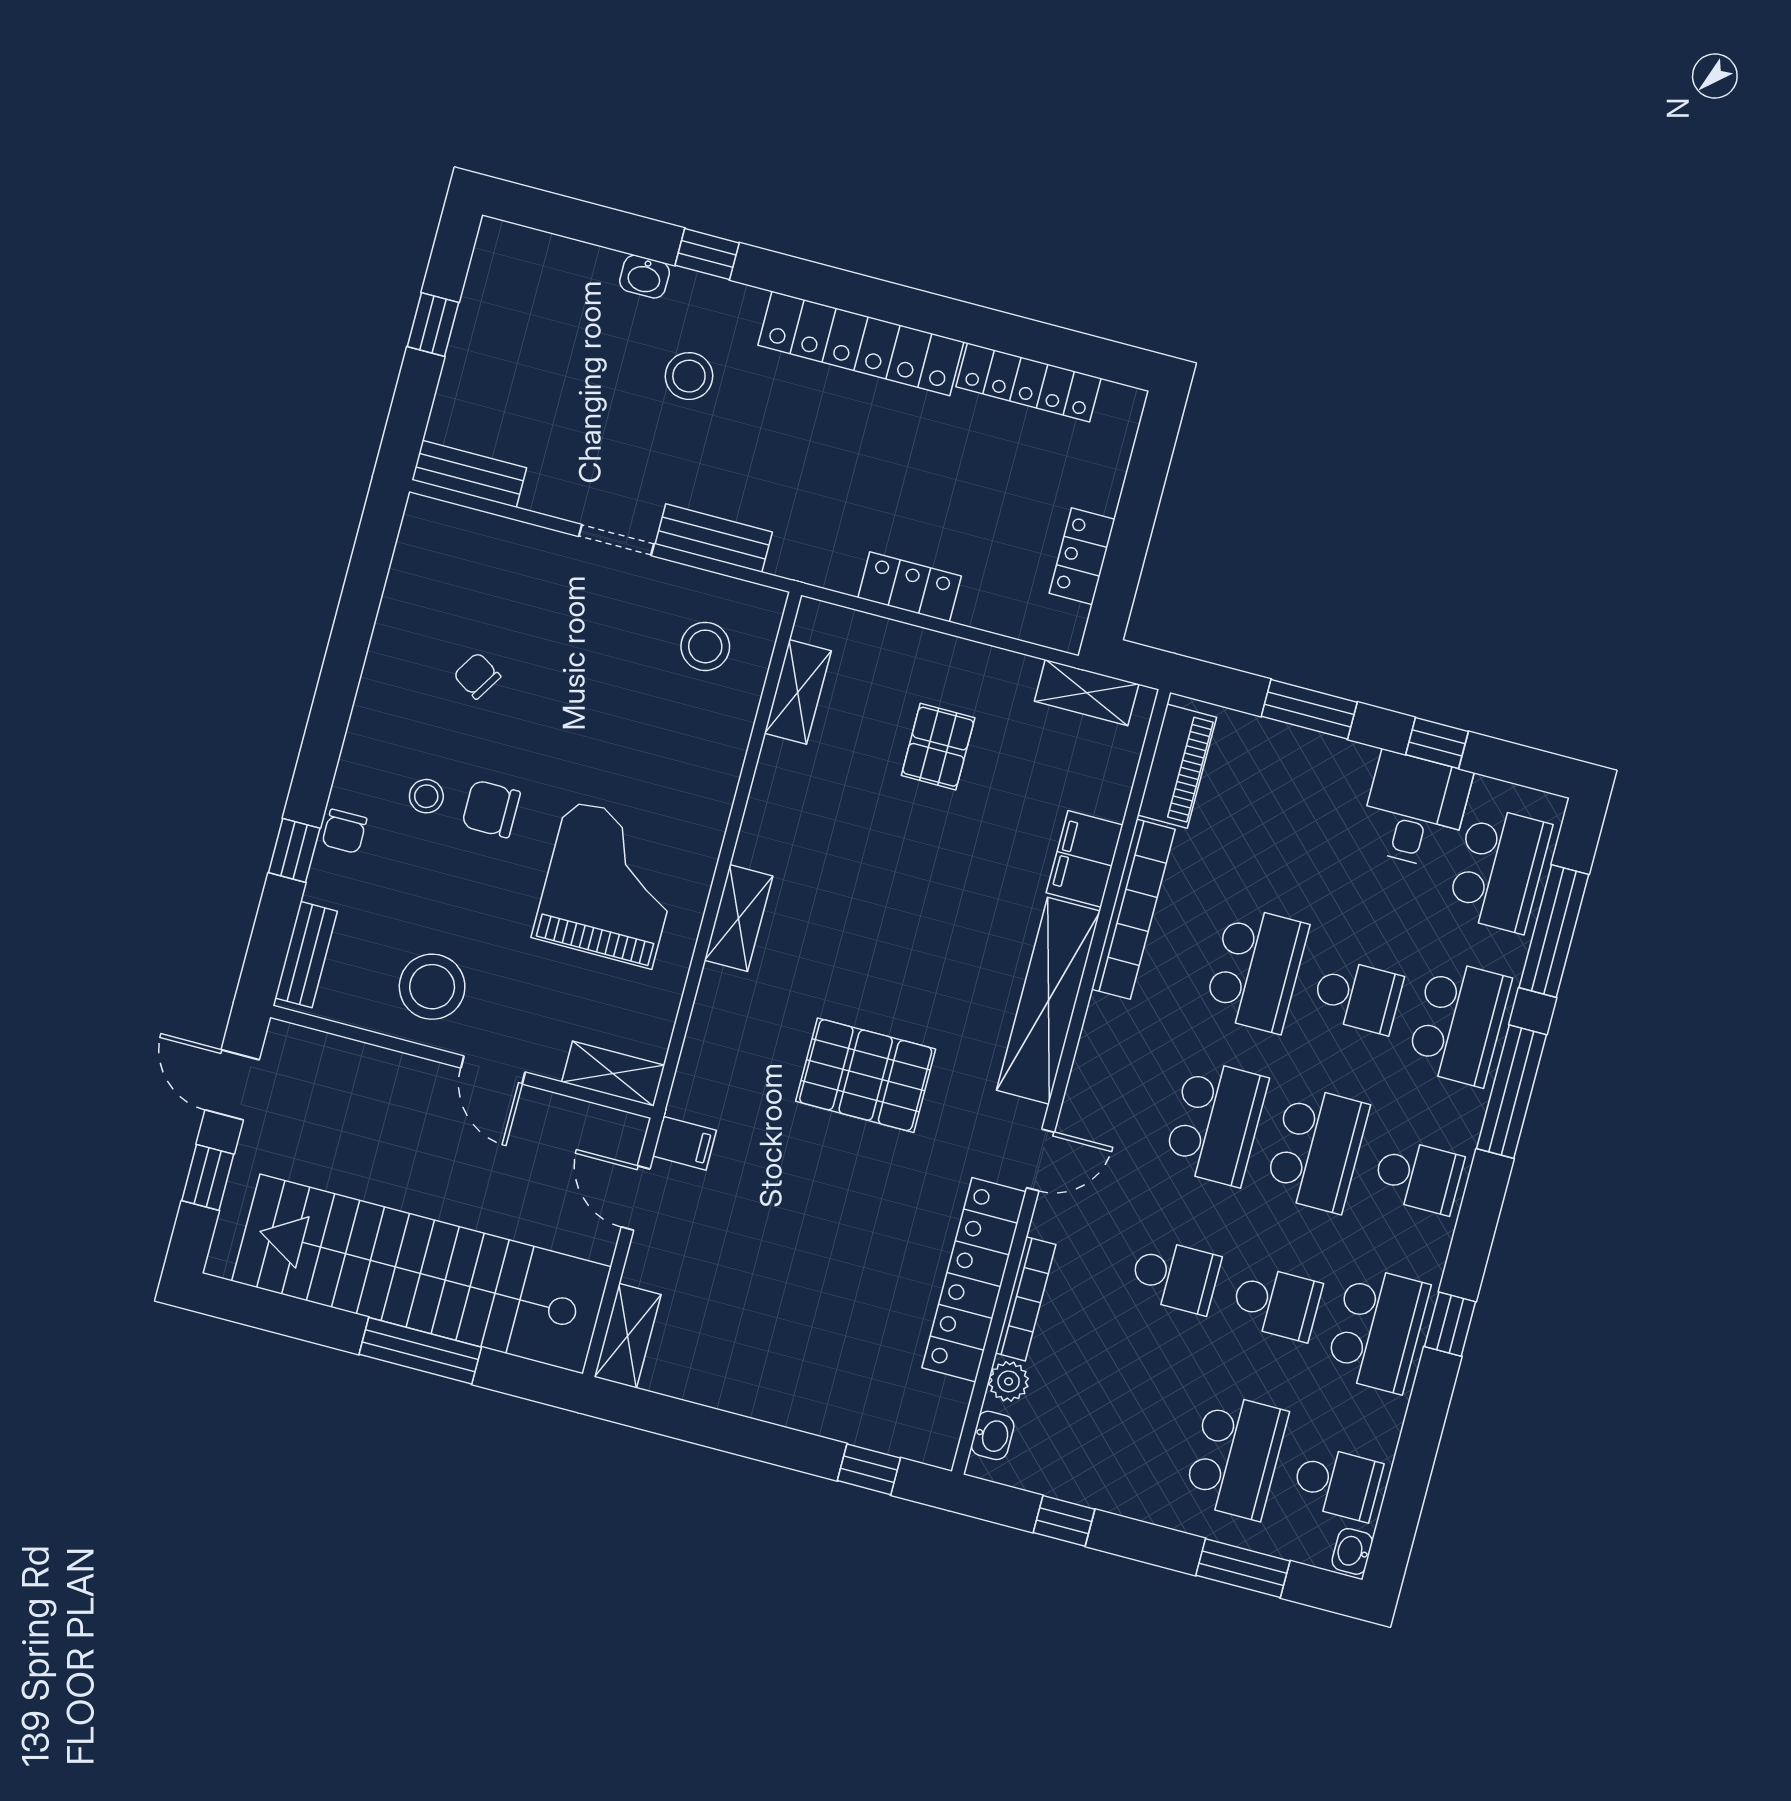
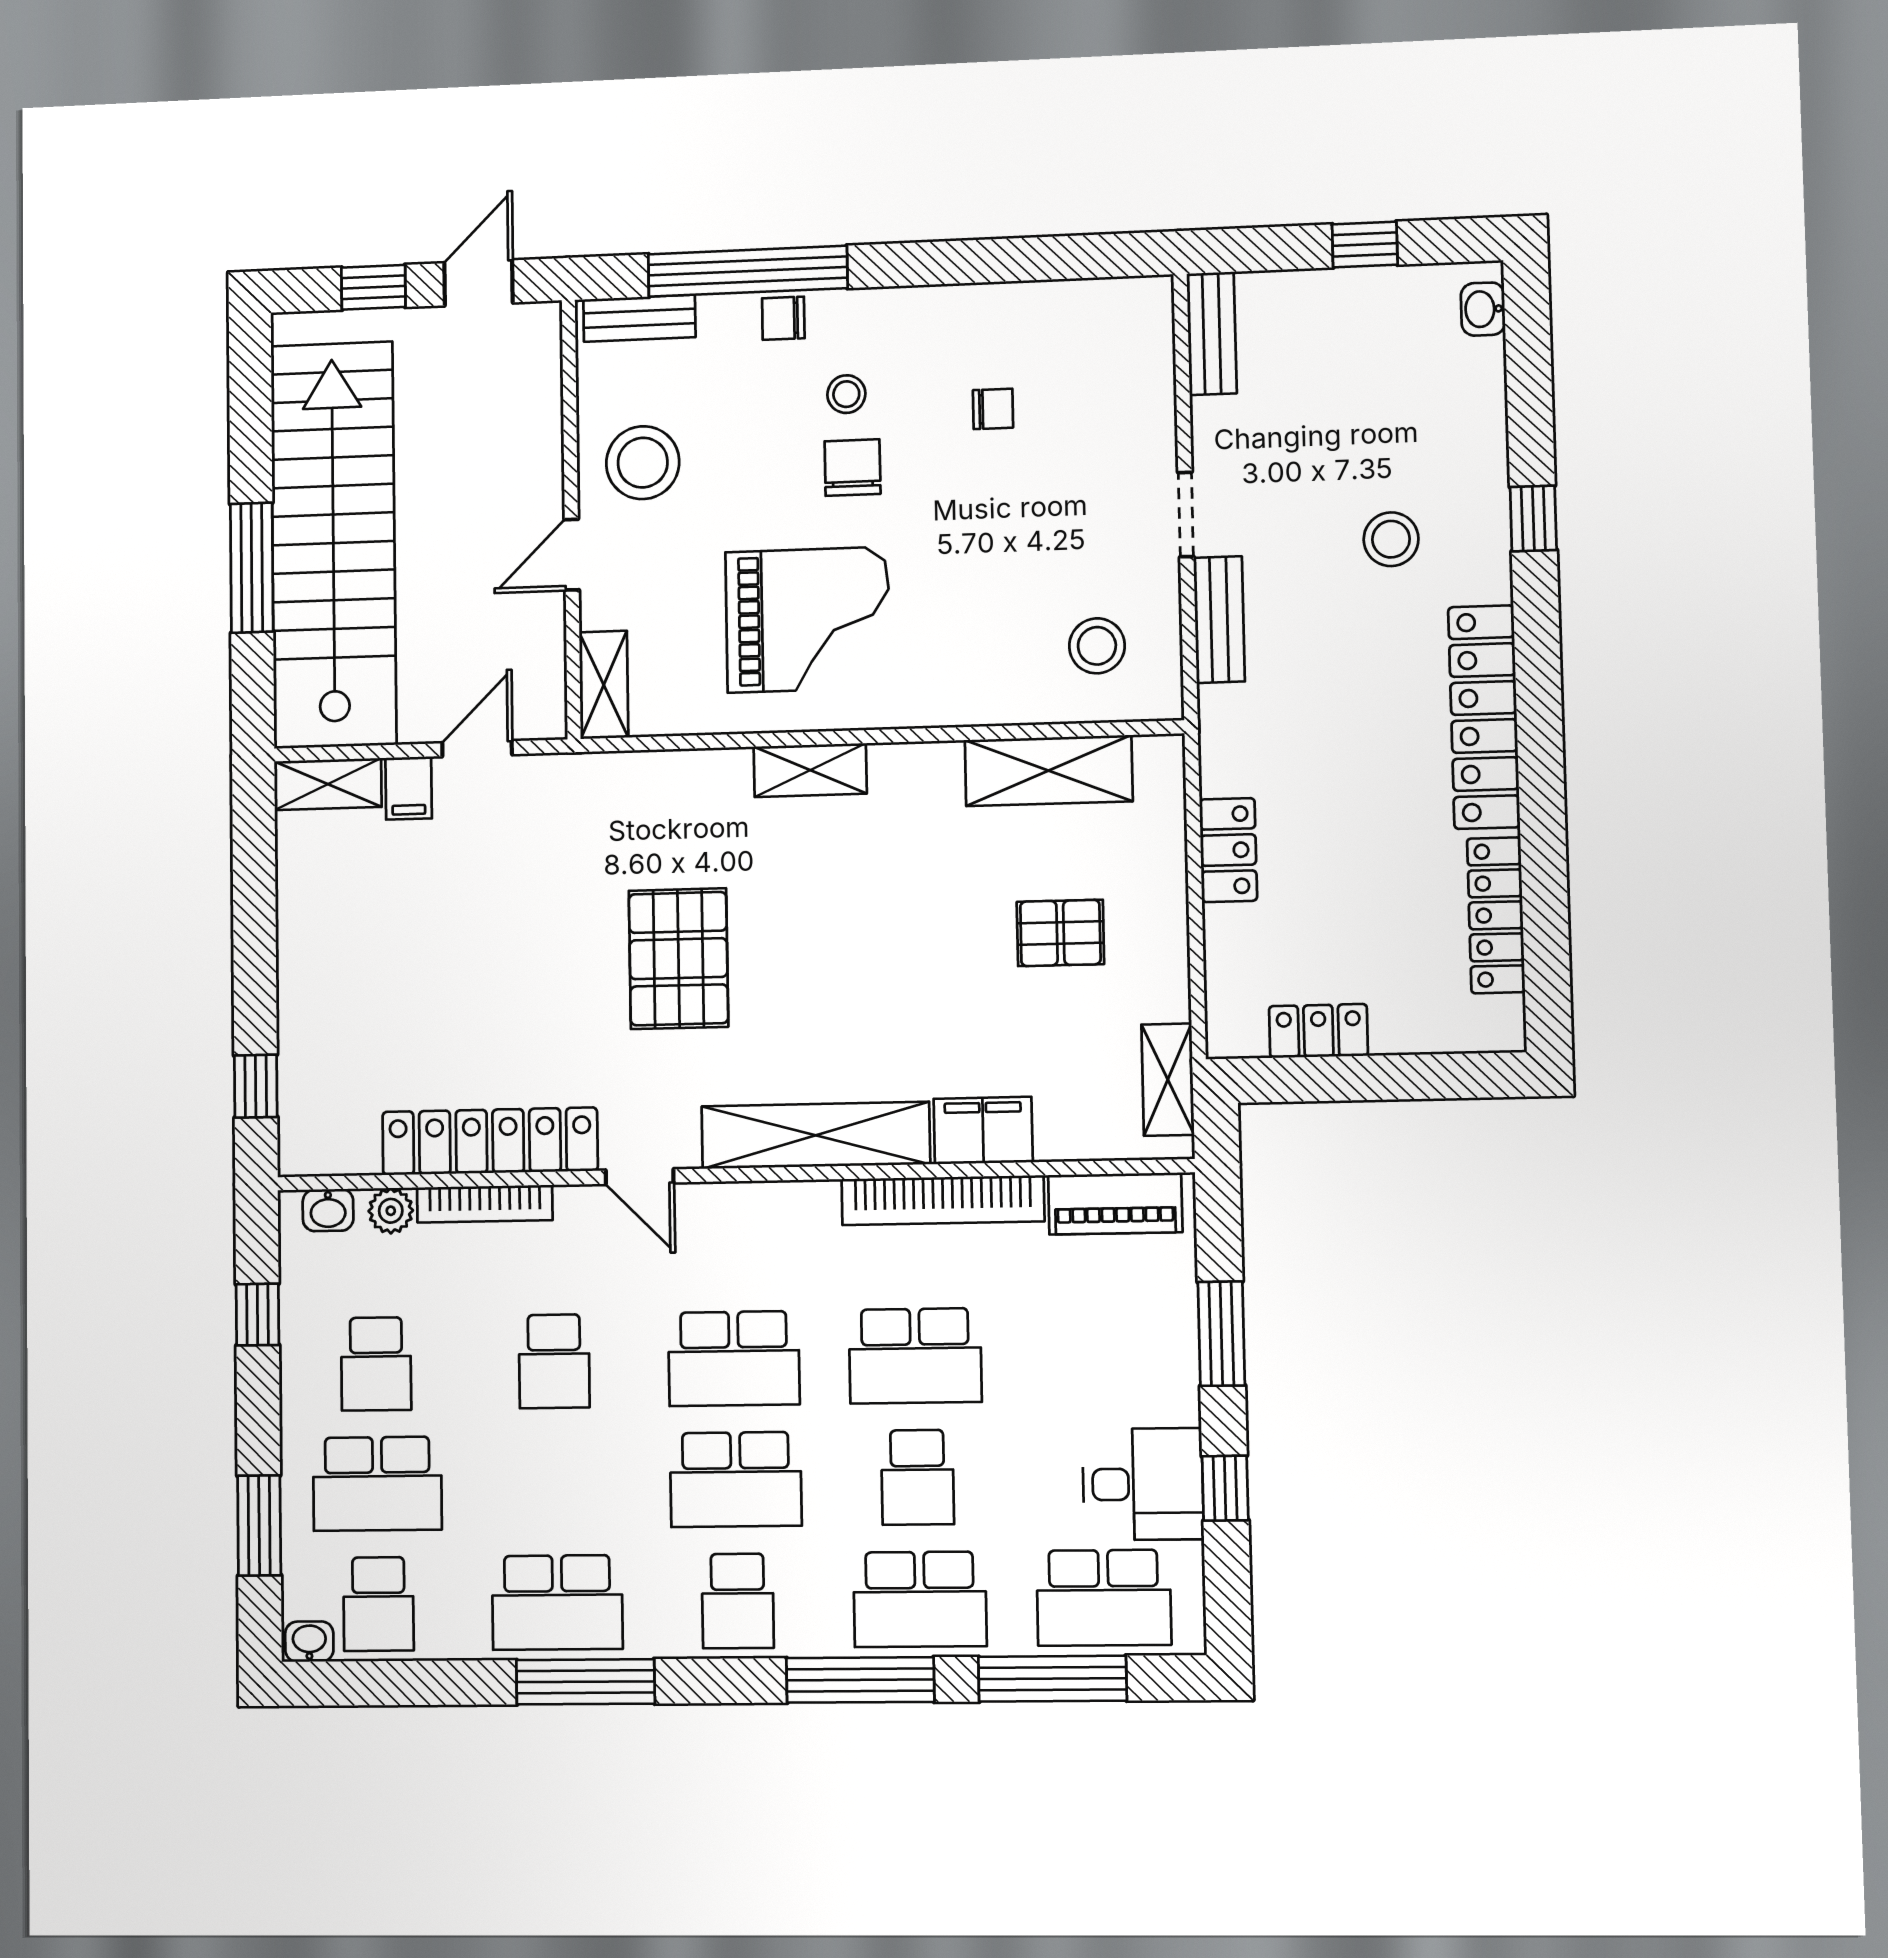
washbasin: (645, 277) -> (1483, 309), moved
chair: (477, 676) -> (993, 409), turned 58
shelving: (798, 692) -> (1049, 771), width x1.50, depth x1.33
window: (294, 850) -> (748, 271), width x3.17
filing cabinet: (685, 1143) -> (409, 788), moved
school desk: (1276, 1303) -> (376, 1364), moved
window: (1450, 1324) -> (585, 1682), width x2.17

